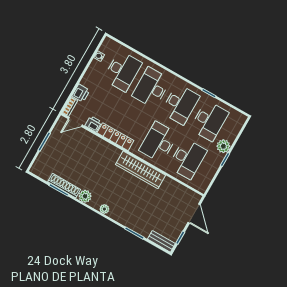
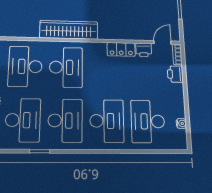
desk: (180, 104) -> (65, 121), turned 180
desk: (209, 121) -> (23, 120), turned 180
locker: (115, 137) -> (121, 49), width x0.66

